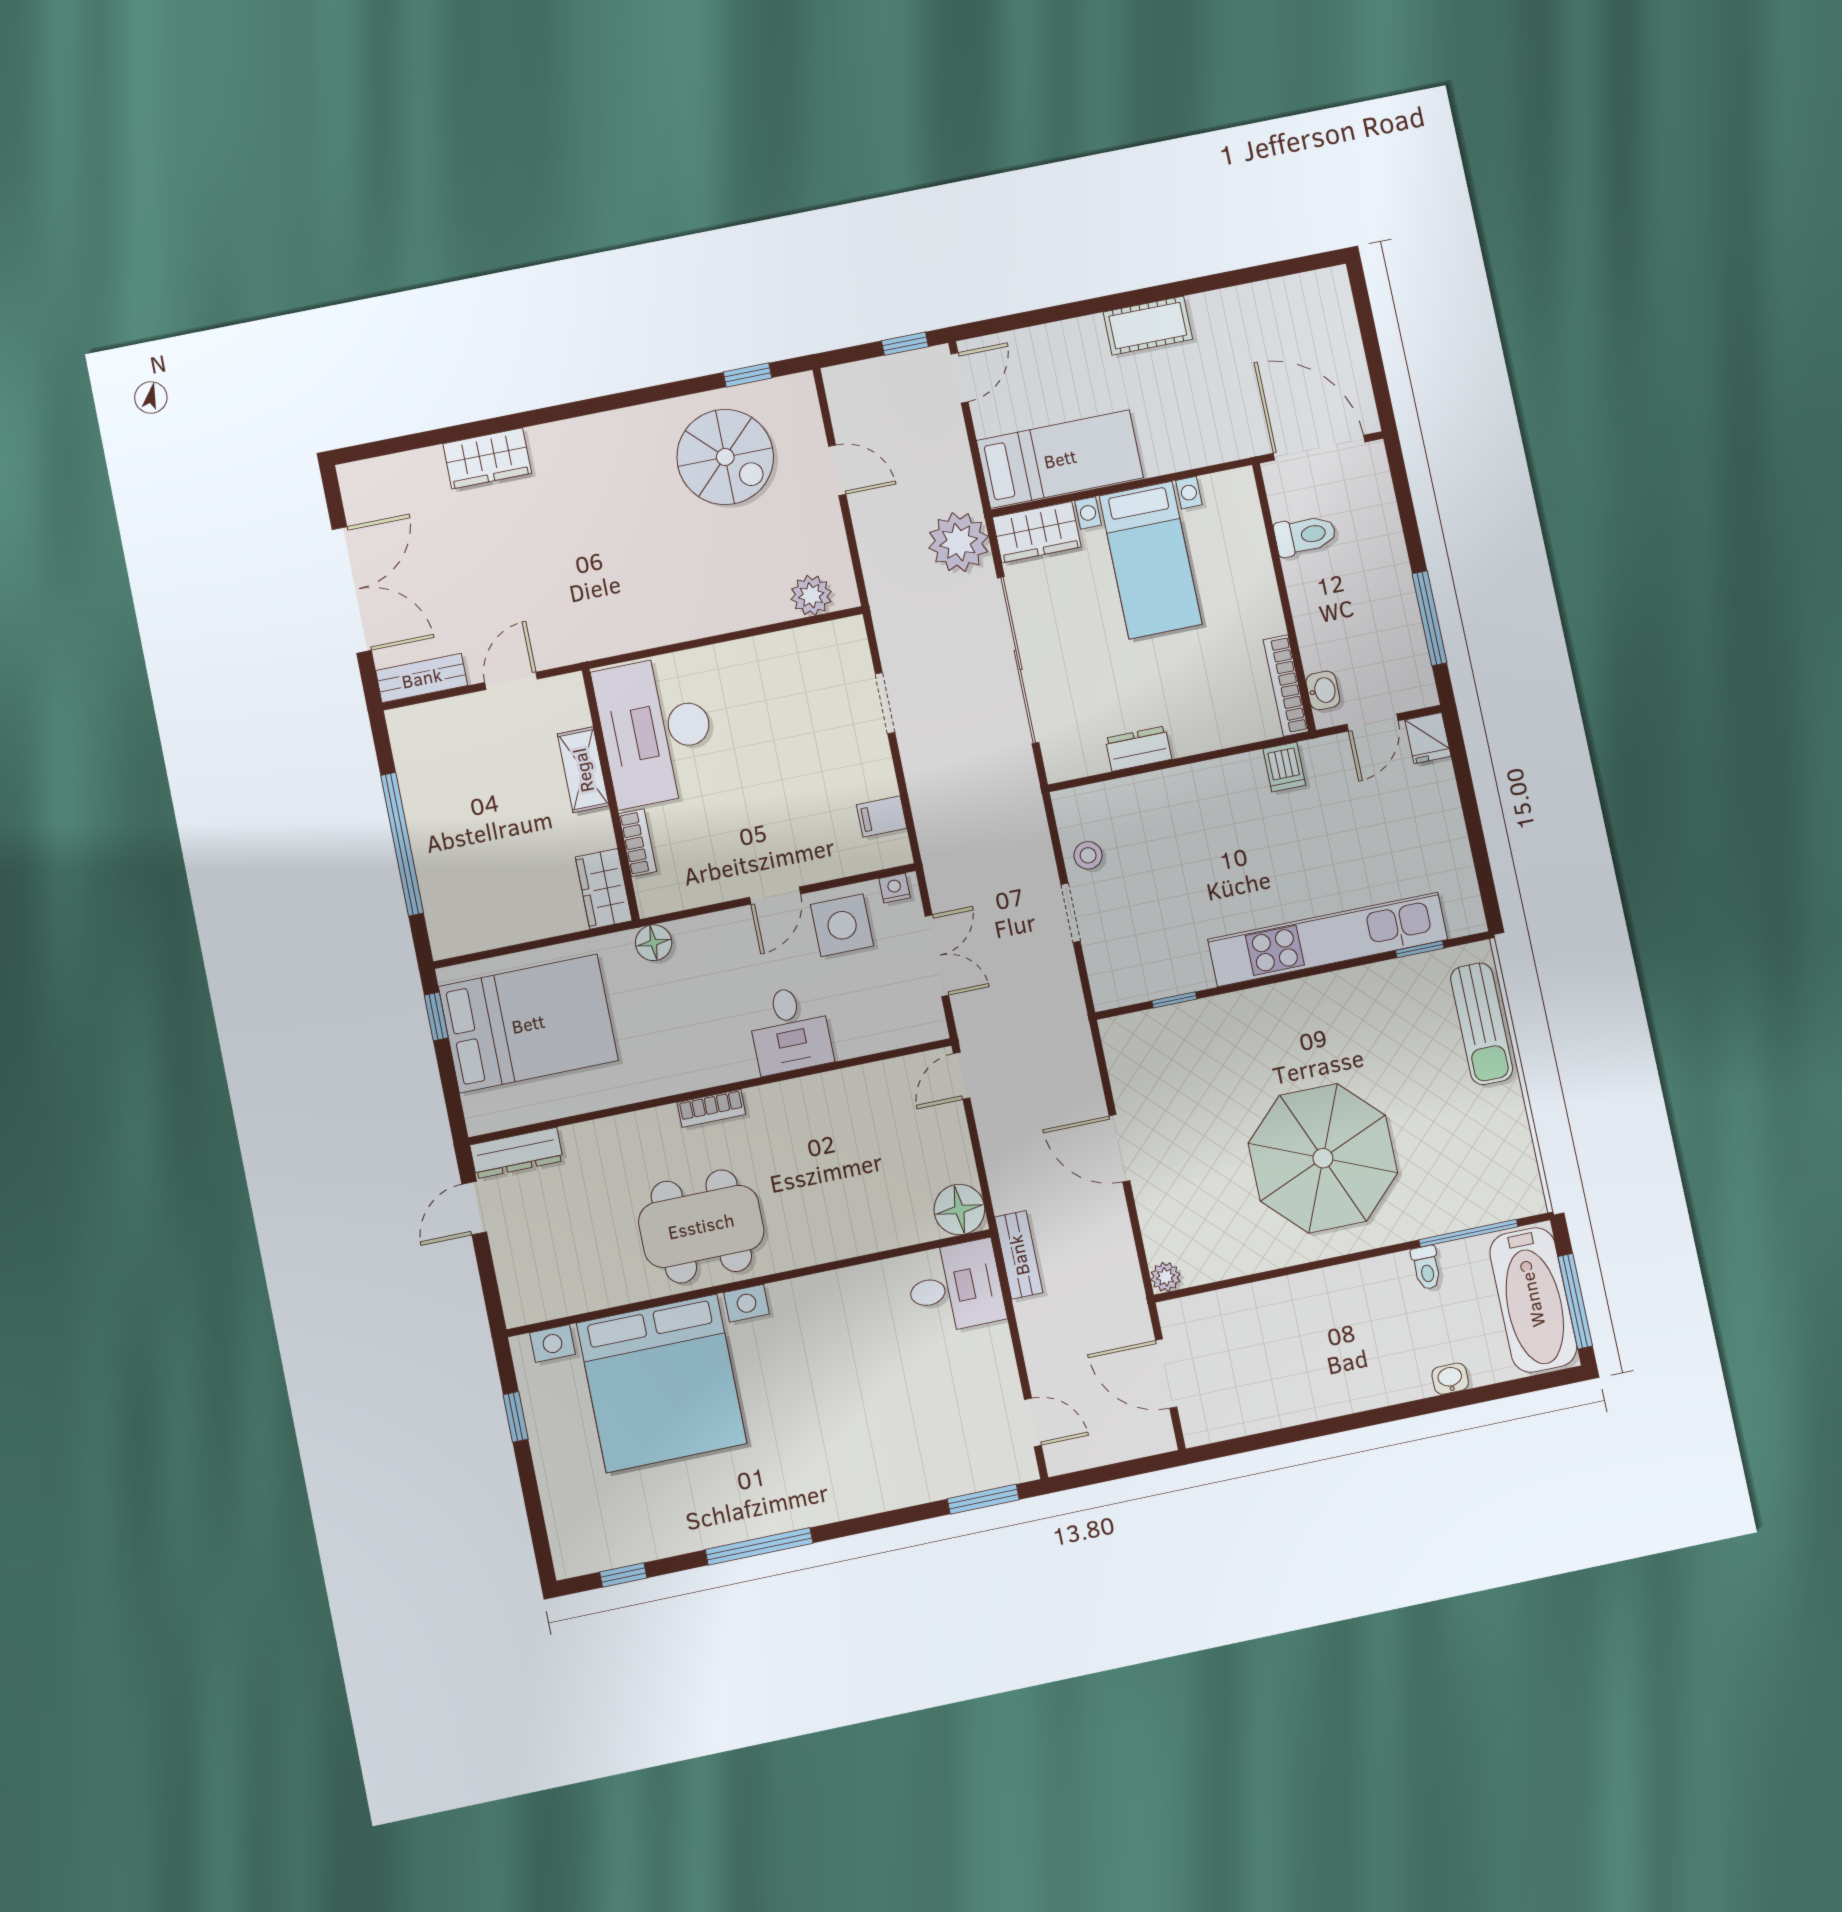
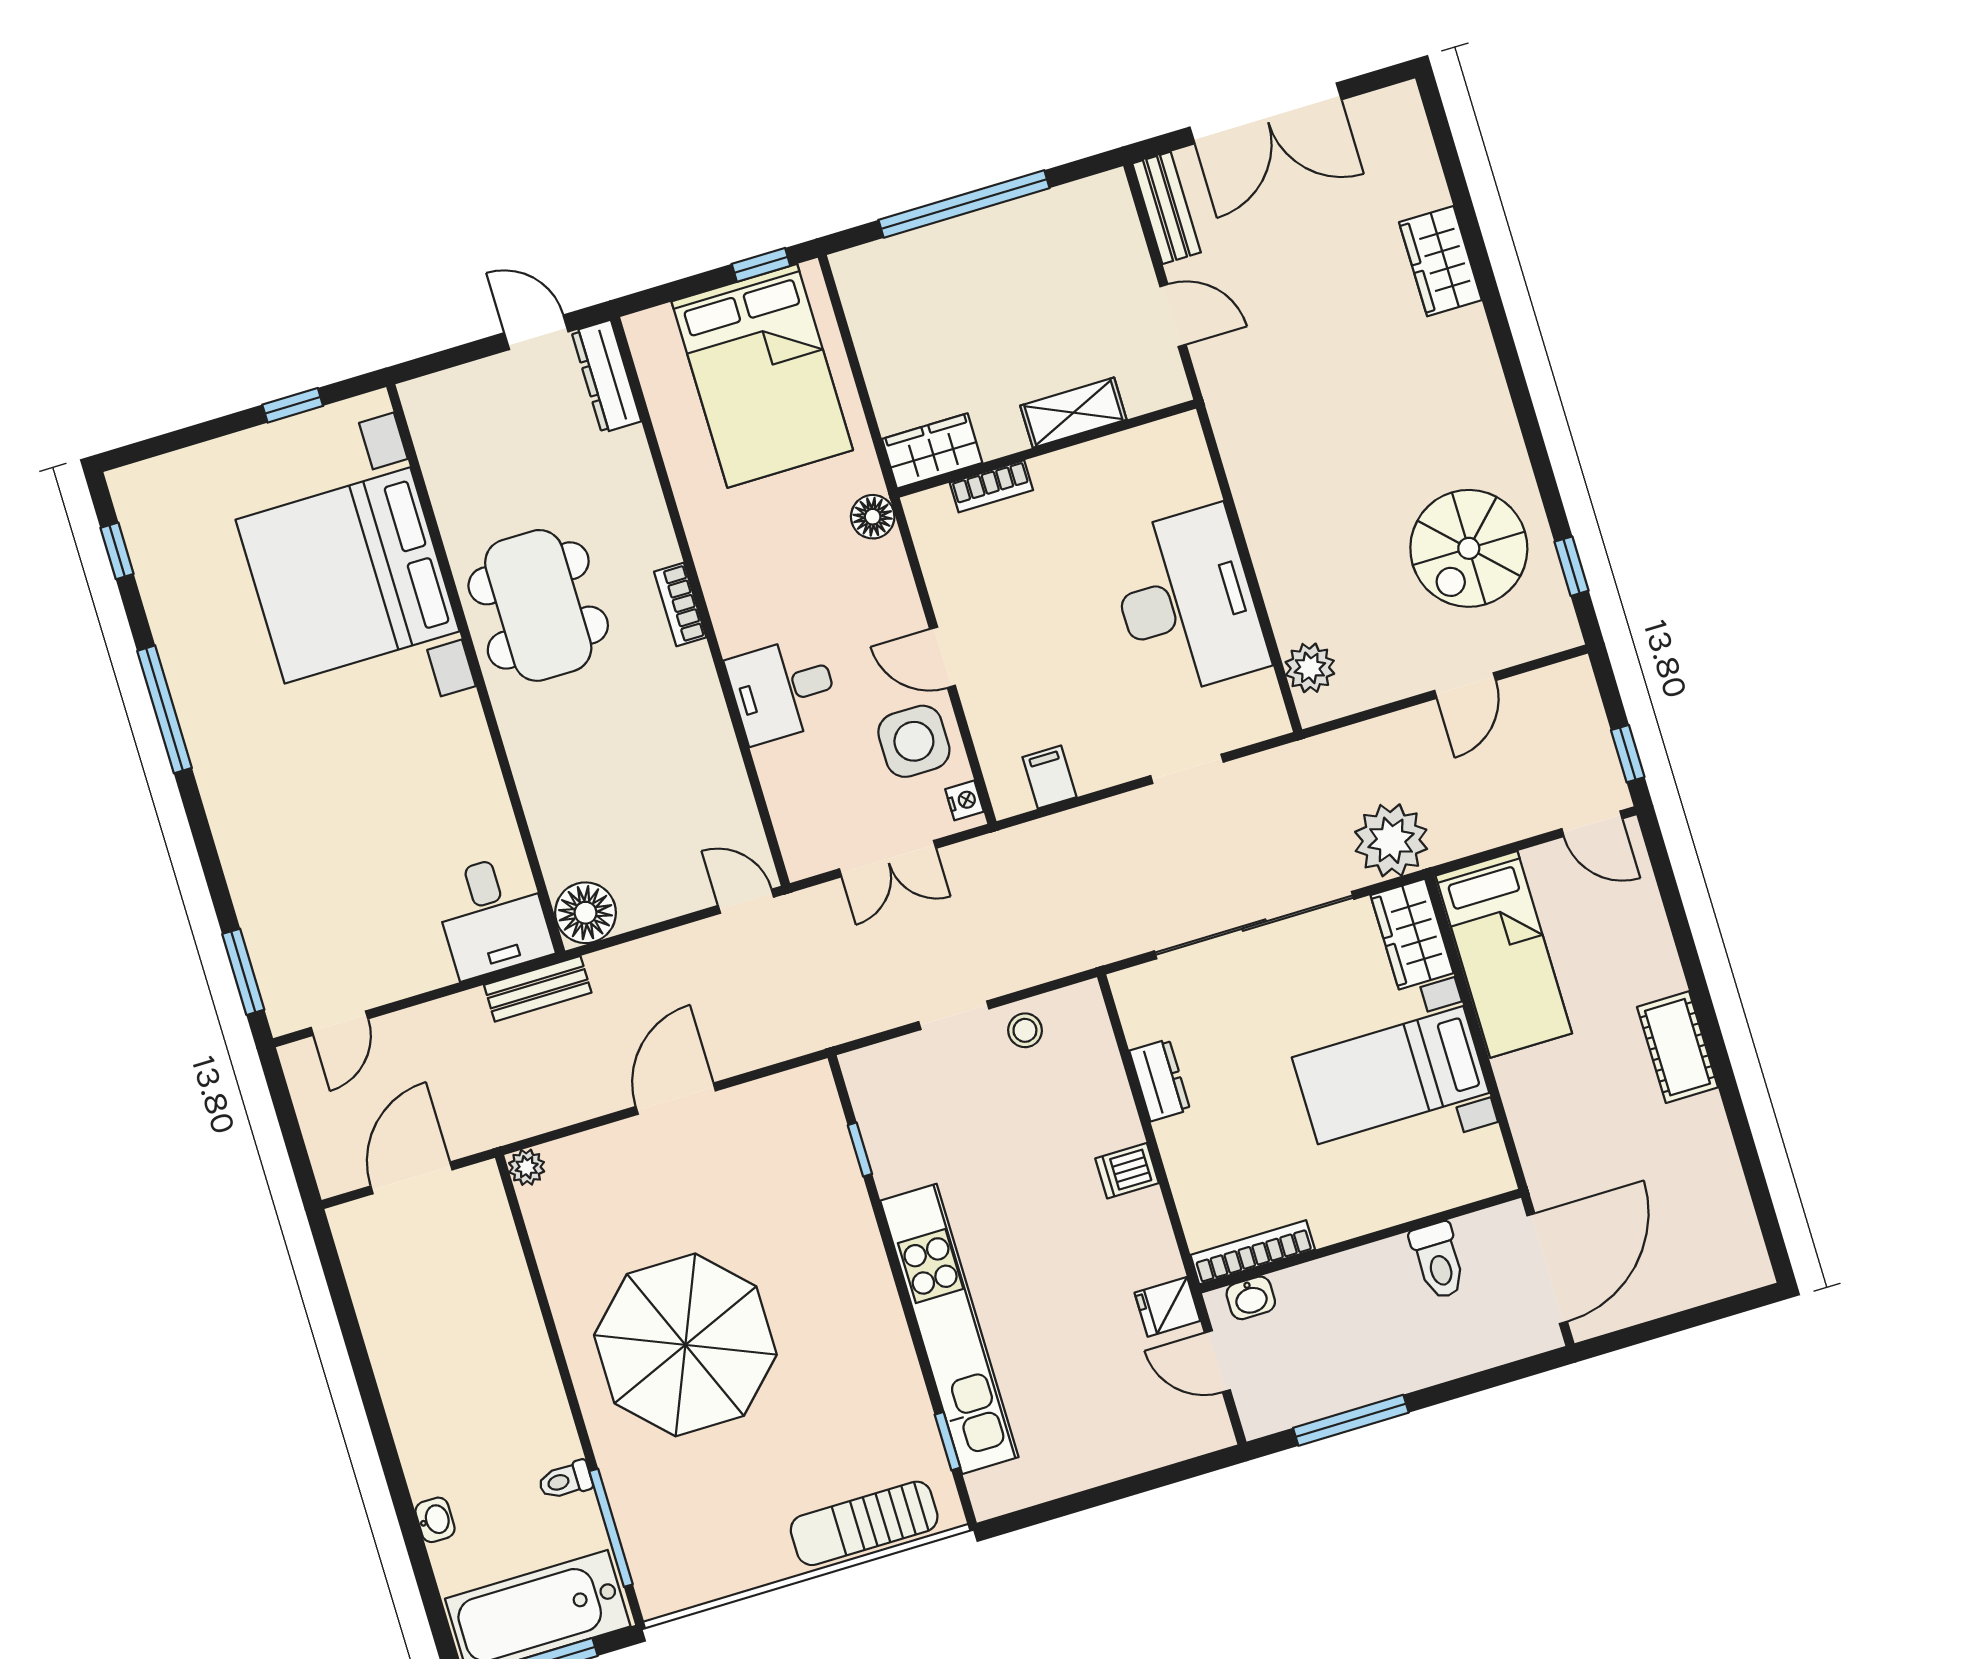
desk: (656, 731) -> (1187, 602), moved, turned 90
fridge: (1428, 738) -> (1167, 1307), moved
dishwasher: (1284, 767) -> (1127, 1171), moved

